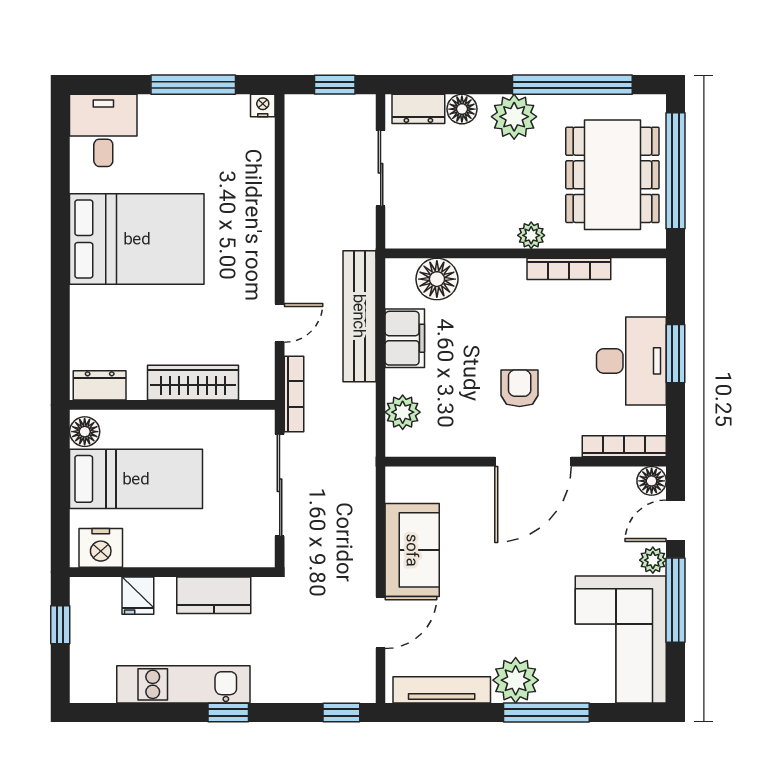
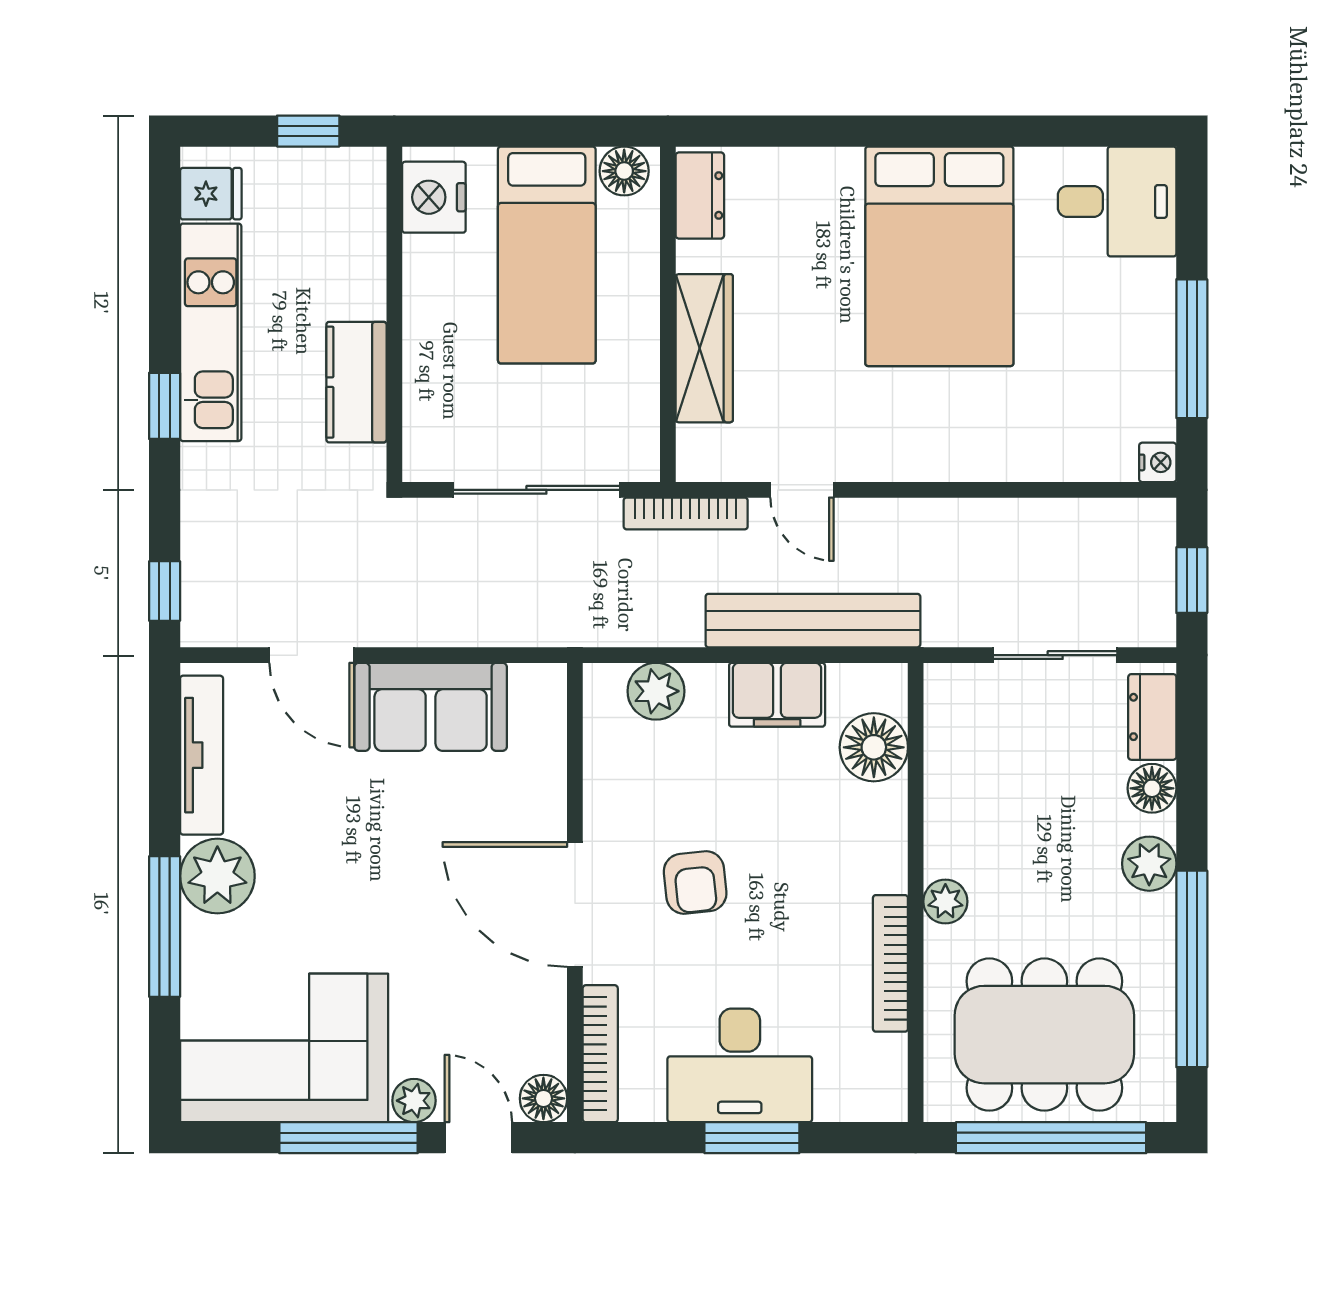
plant: (514, 117) -> (1149, 864), width x0.73, depth x0.73
armchair: (520, 388) -> (695, 883), turned 84
fridge: (138, 596) -> (211, 194), moved, turned 180

